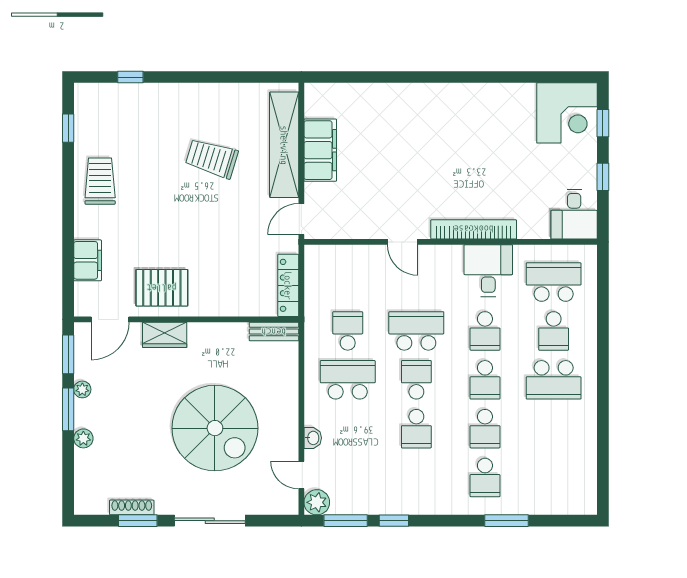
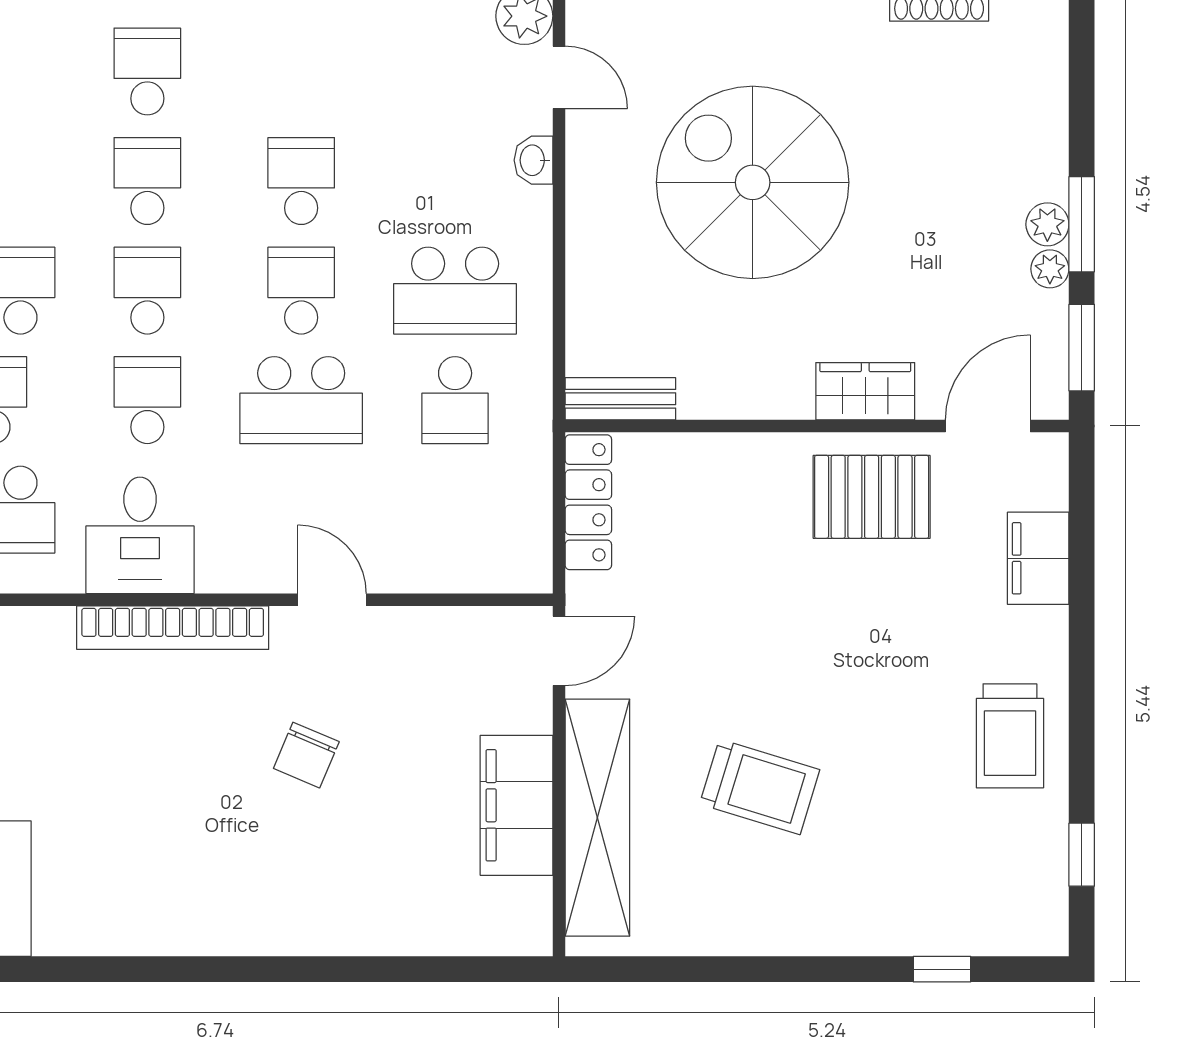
chair: (414, 173) -> (306, 755), added
school desk: (416, 380) -> (301, 291), turned 180
plant: (83, 438) -> (1047, 224), moved

